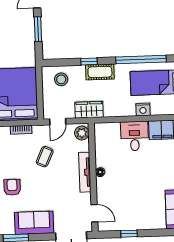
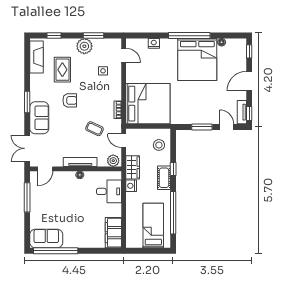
nightstand: (143, 109) -> (131, 186), moved
desk: (135, 136) -> (109, 191), moved
window: (129, 234) -> (27, 197), width x2.17

